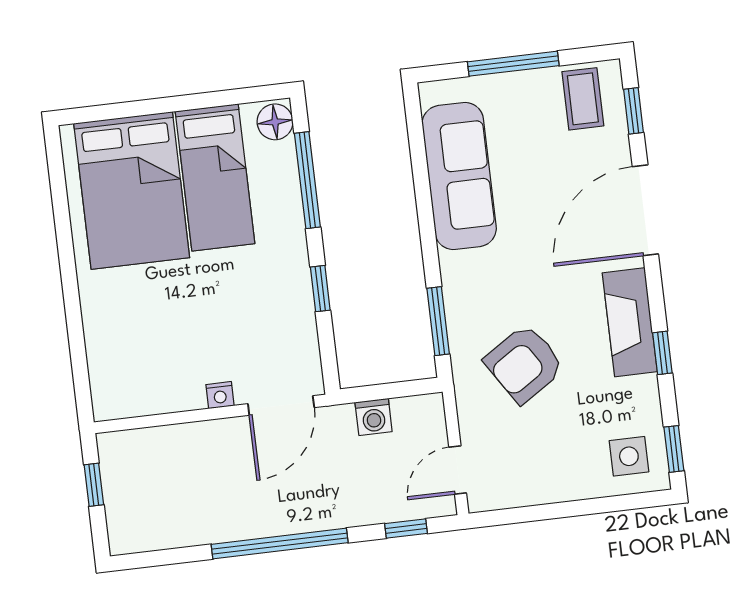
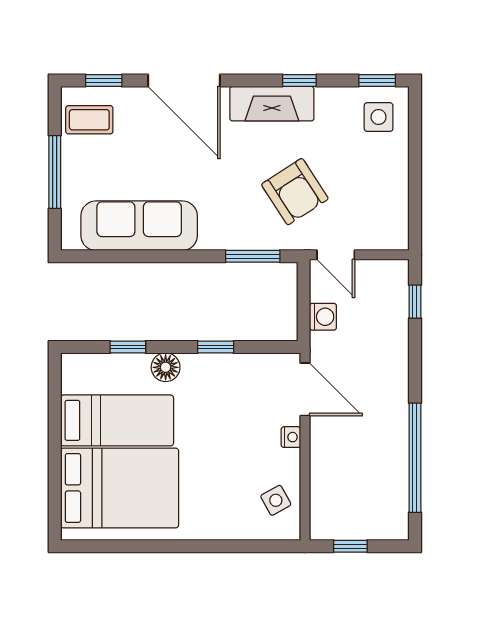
floor lamp: (275, 122) -> (166, 367), moved
window: (307, 180) -> (128, 347), width x0.46
side table: (140, 386) -> (276, 500), added
door: (458, 470) -> (336, 255), moved
window: (280, 544) -> (415, 458), moved

